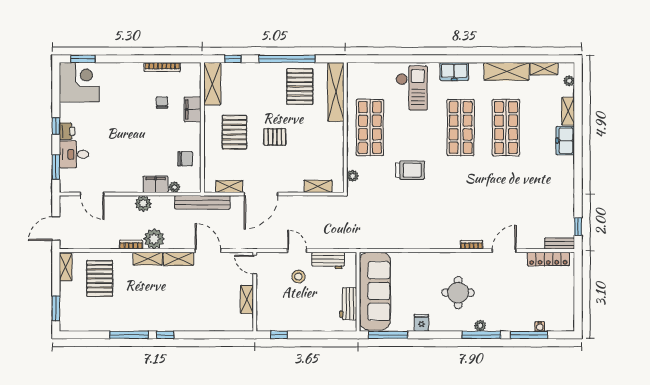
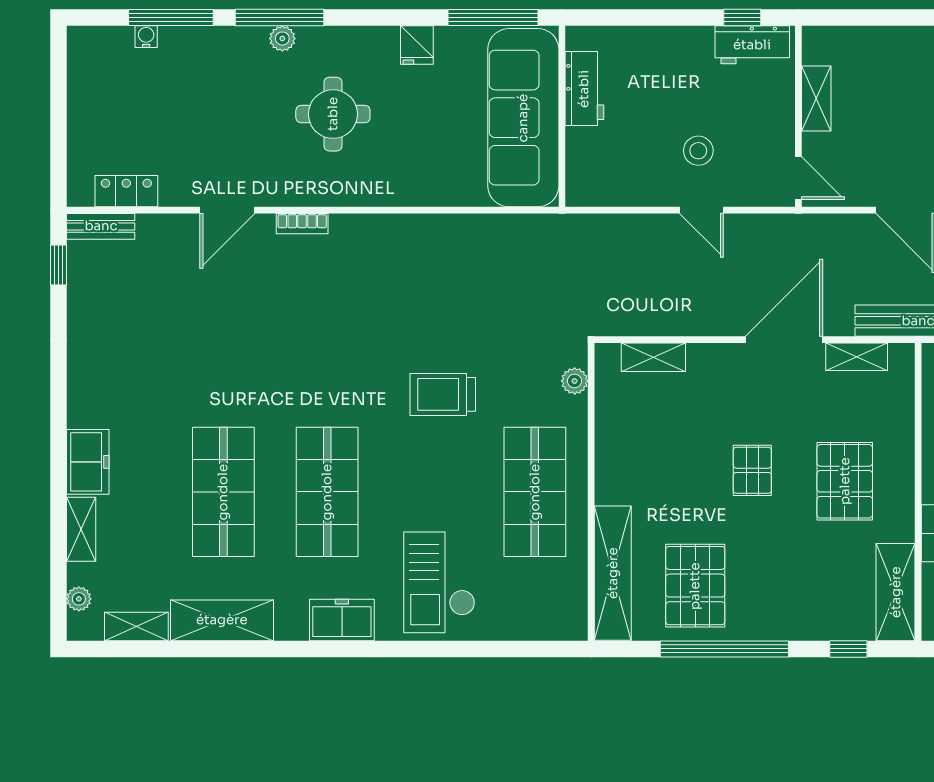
pallet: (275, 137) -> (752, 470), turned 90
locker: (548, 259) -> (126, 191), width x0.66
workbench: (328, 260) -> (752, 45), moved, turned 180

